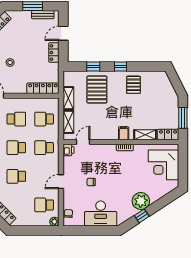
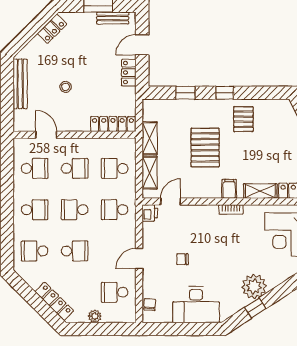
pallet: (97, 90) -> (205, 147), moved
school desk: (16, 176) -> (75, 251), turned 180
plant: (54, 222) -> (95, 316), moved

